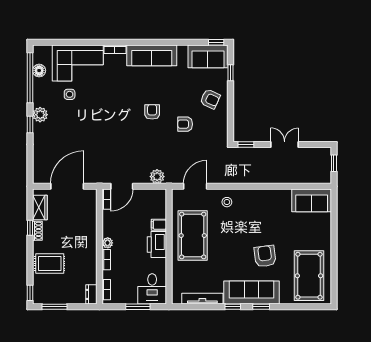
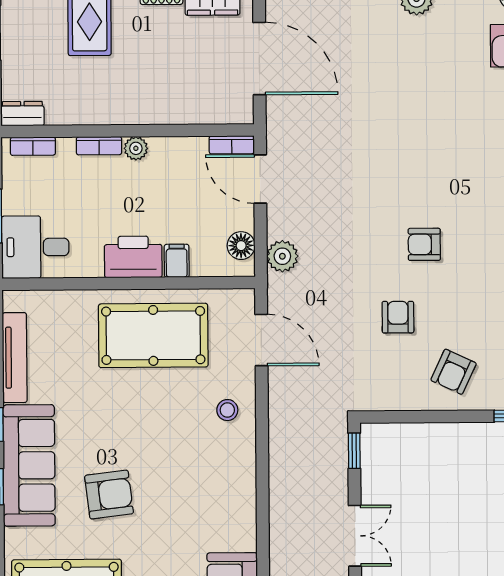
side table: (70, 94) -> (462, 63), removed
armchair: (152, 112) -> (424, 244), turned 180
floor lamp: (152, 195) -> (241, 246), added

